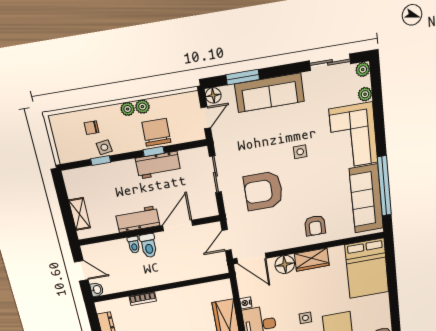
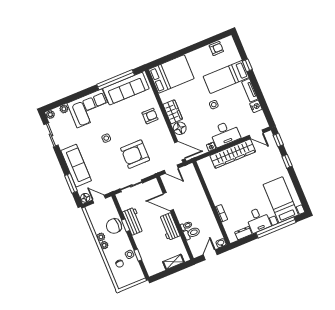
armchair: (263, 191) -> (135, 154), turned 90
toilet: (149, 246) -> (192, 233), moved
door: (251, 258) -> (180, 151), hinge flipped

